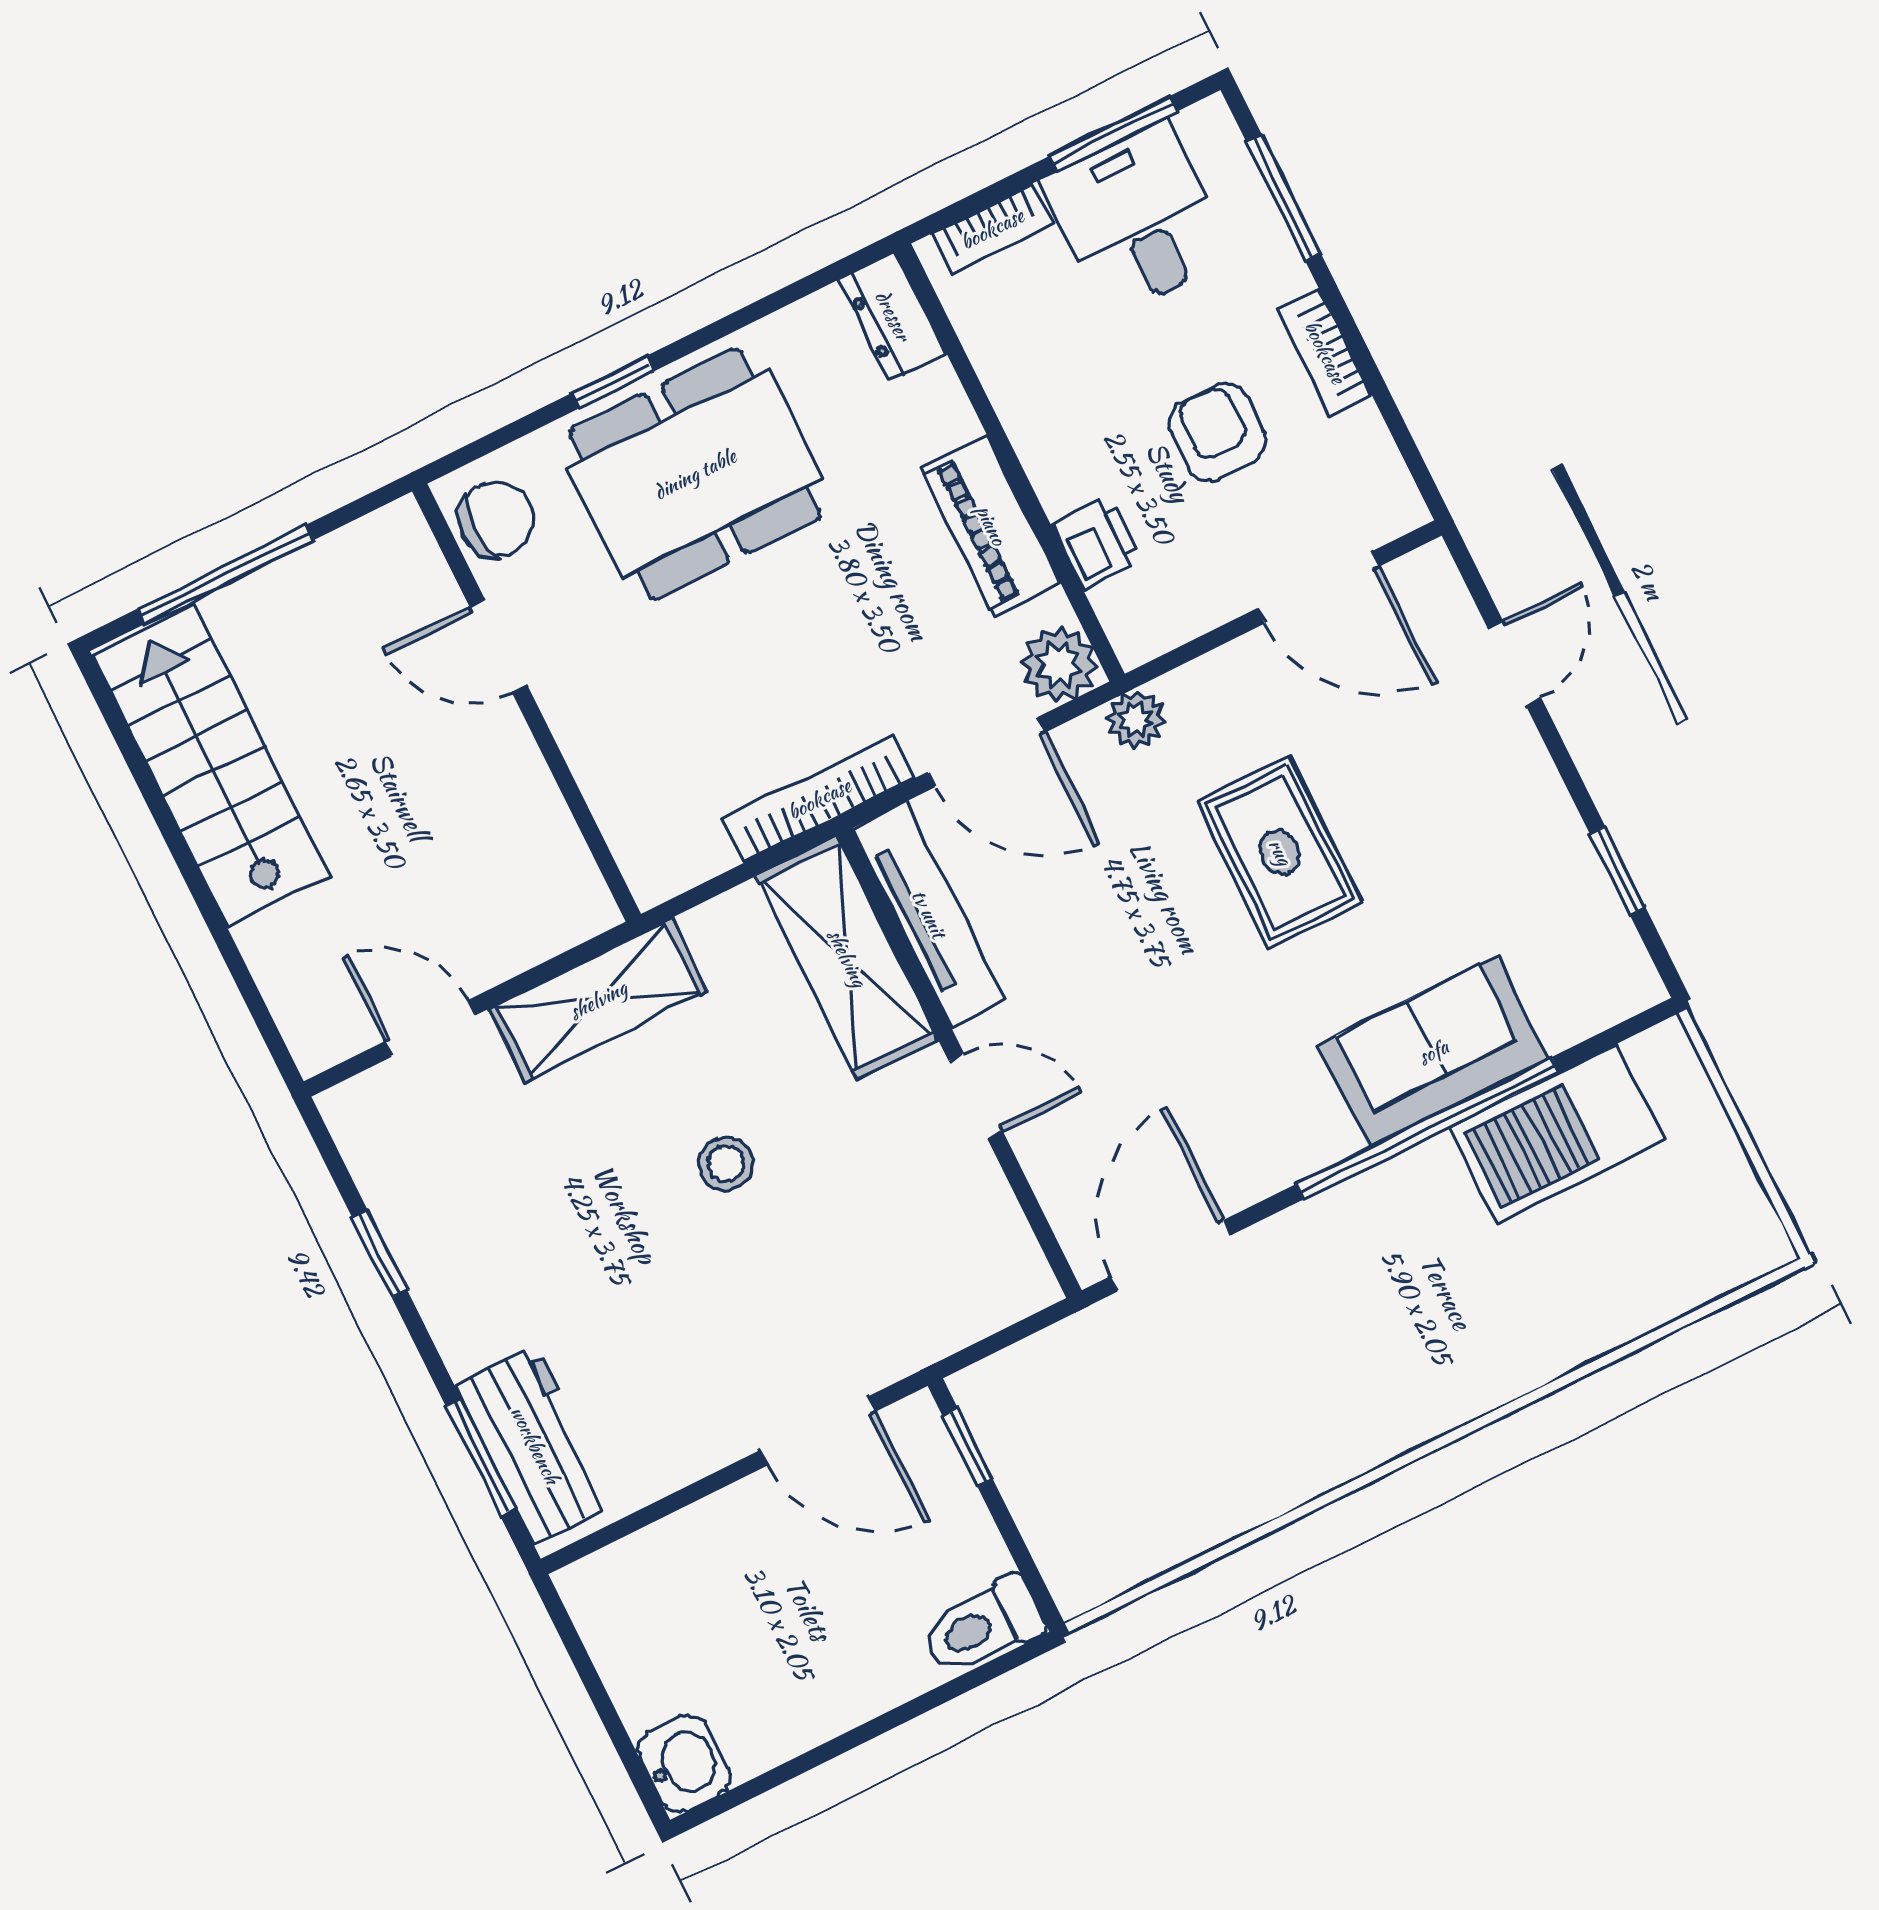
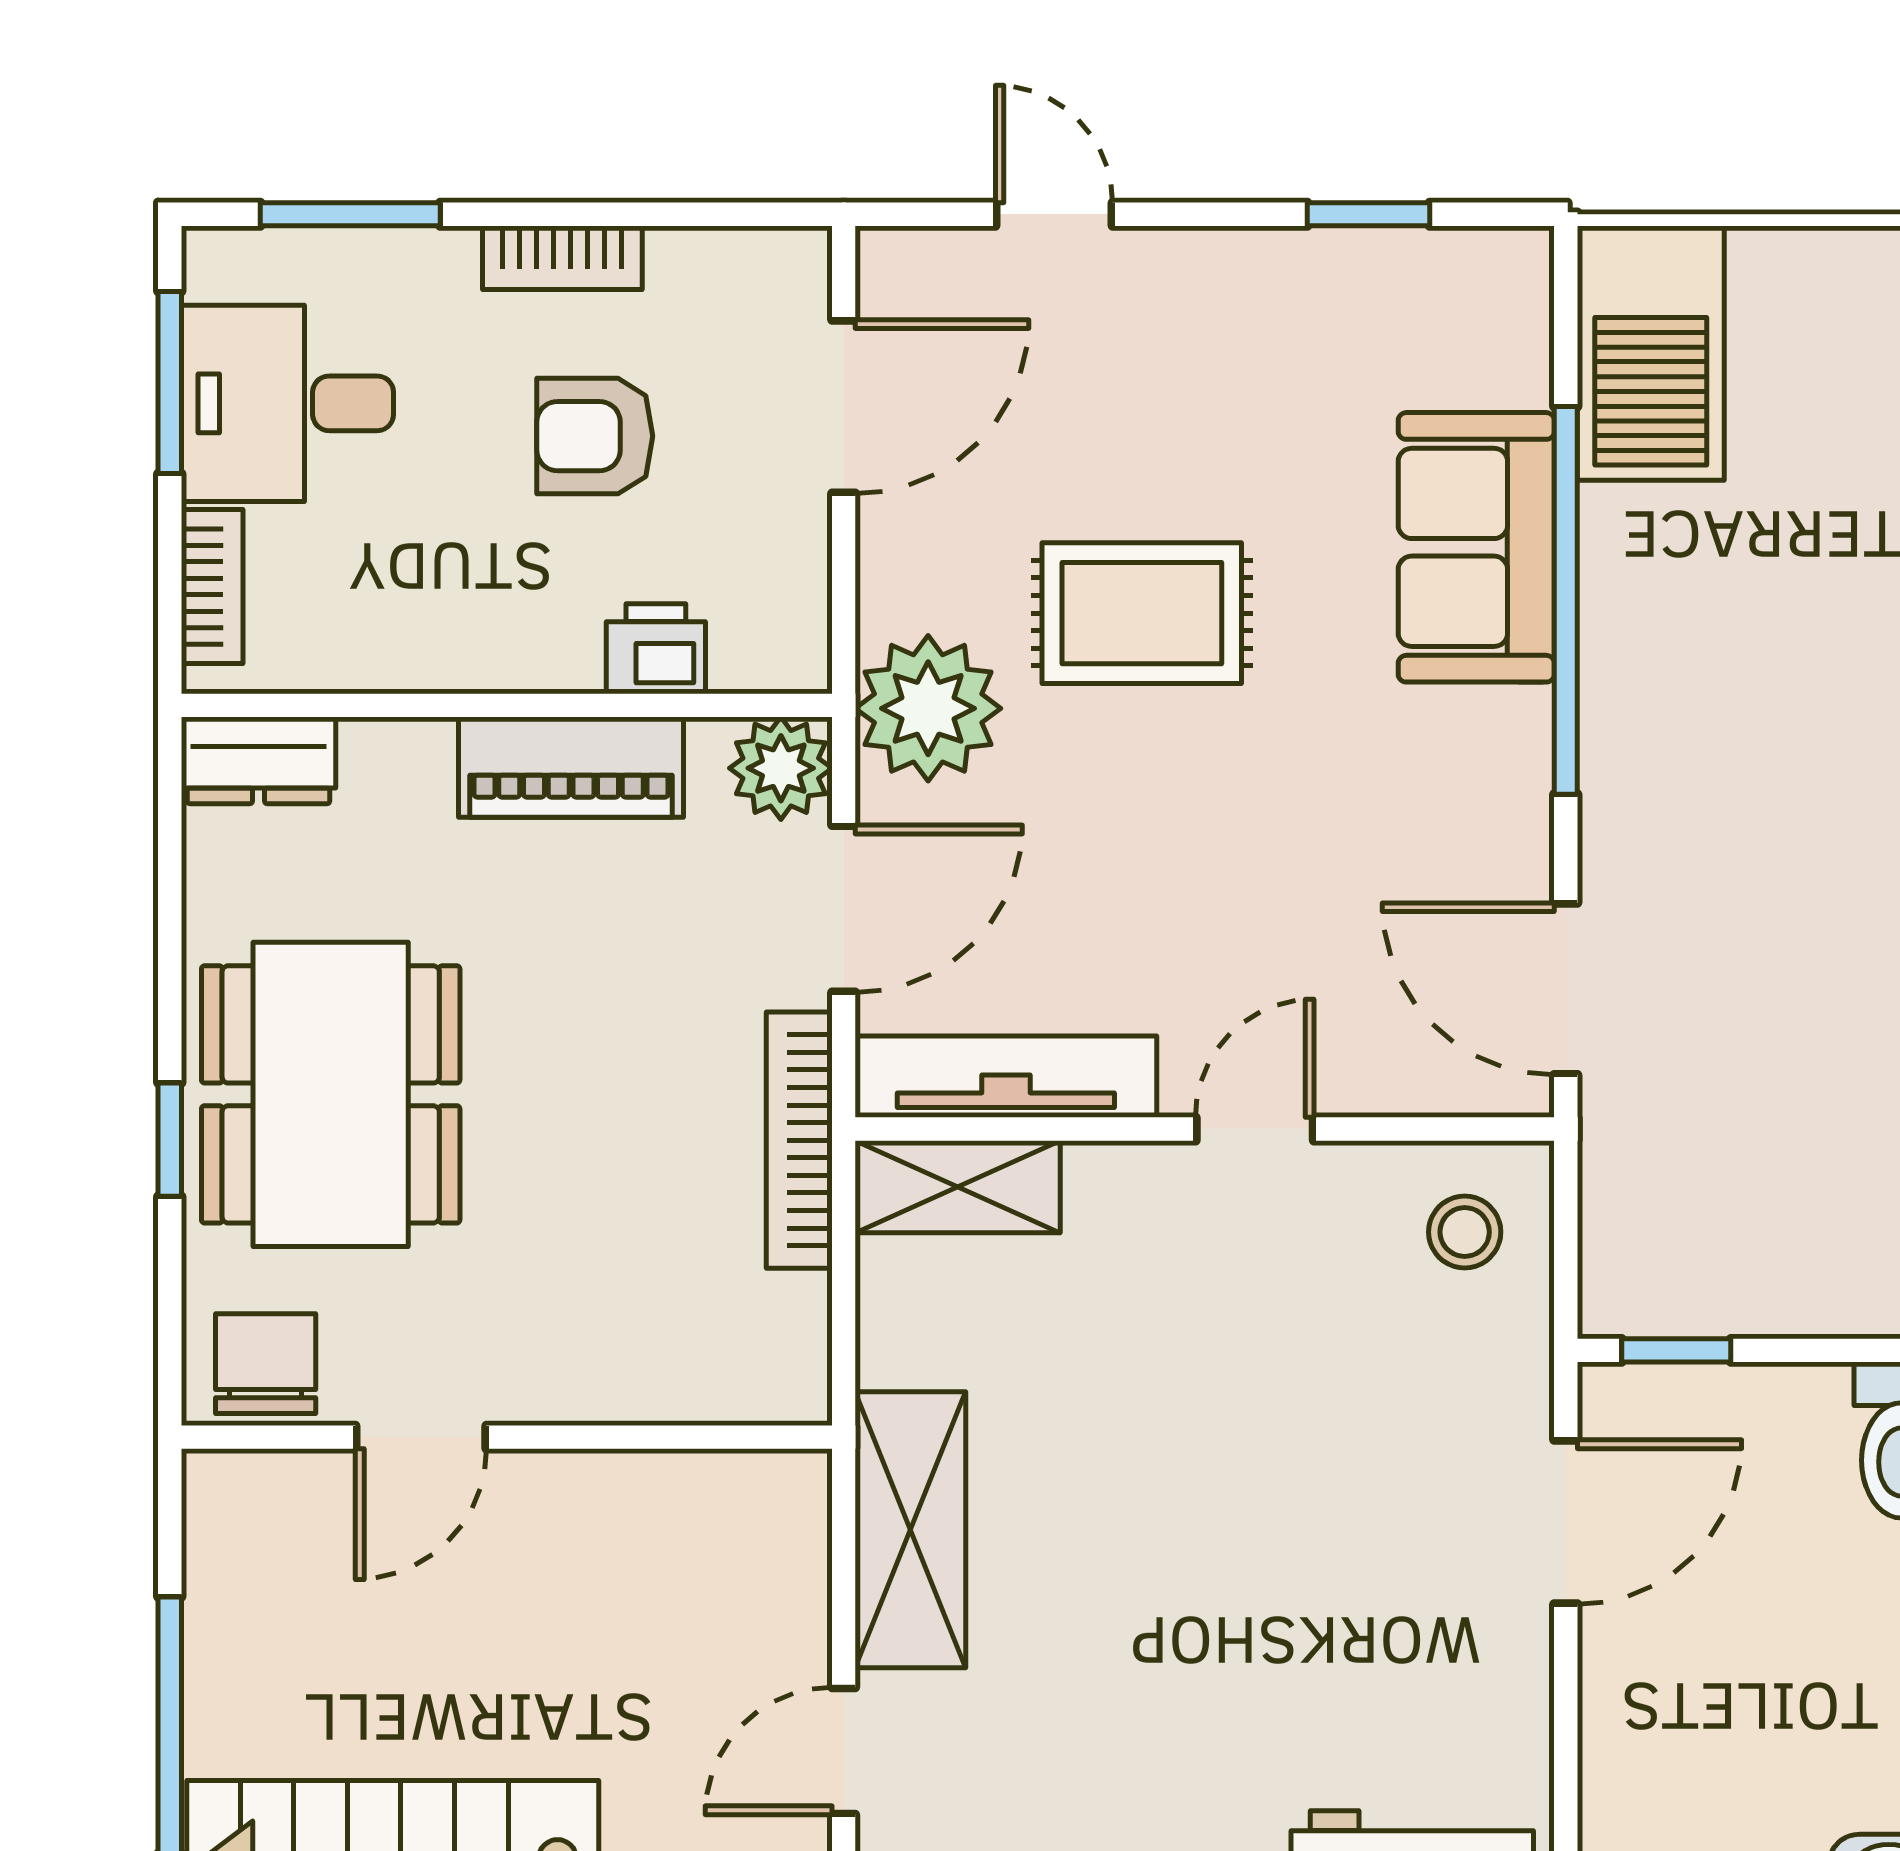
plant: (1136, 720) -> (928, 708), width x1.88, depth x1.88
shelving: (847, 958) -> (958, 1187), width x0.67, depth x0.75
barbecue: (1557, 1134) -> (1651, 353), moved
stool: (726, 1164) -> (1465, 1232), moved

